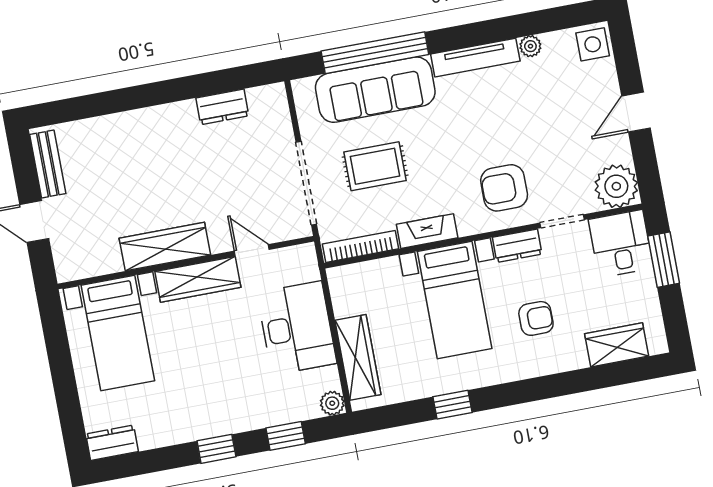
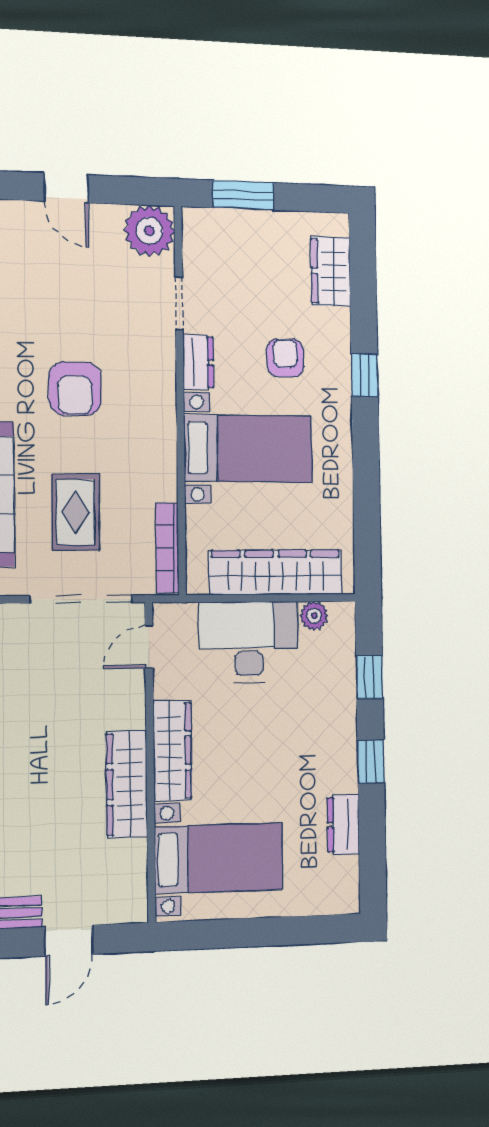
armchair: (504, 188) -> (75, 389), moved
fireplace: (427, 231) -> (163, 465), removed
desk: (621, 244) -> (217, 241), removed
door: (252, 250) -> (149, 647), moved
wardrobe: (358, 357) -> (276, 572), width x1.40, depth x1.17
plant: (332, 403) -> (314, 616), moved
window: (452, 405) -> (365, 375), moved
dresser: (112, 443) -> (343, 825), moved

